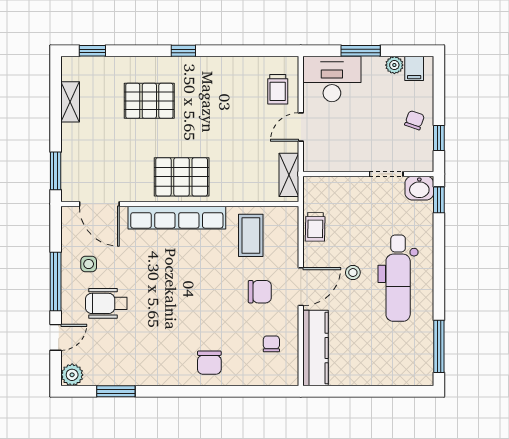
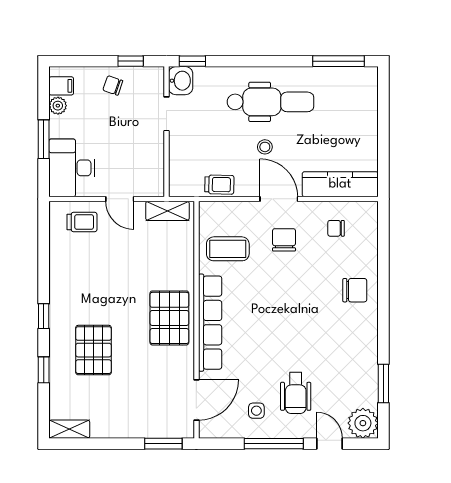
window: (92, 51) -> (44, 370), moved
shelving: (70, 102) -> (69, 429), moved
plant: (72, 375) -> (363, 423), width x1.36, depth x1.36

